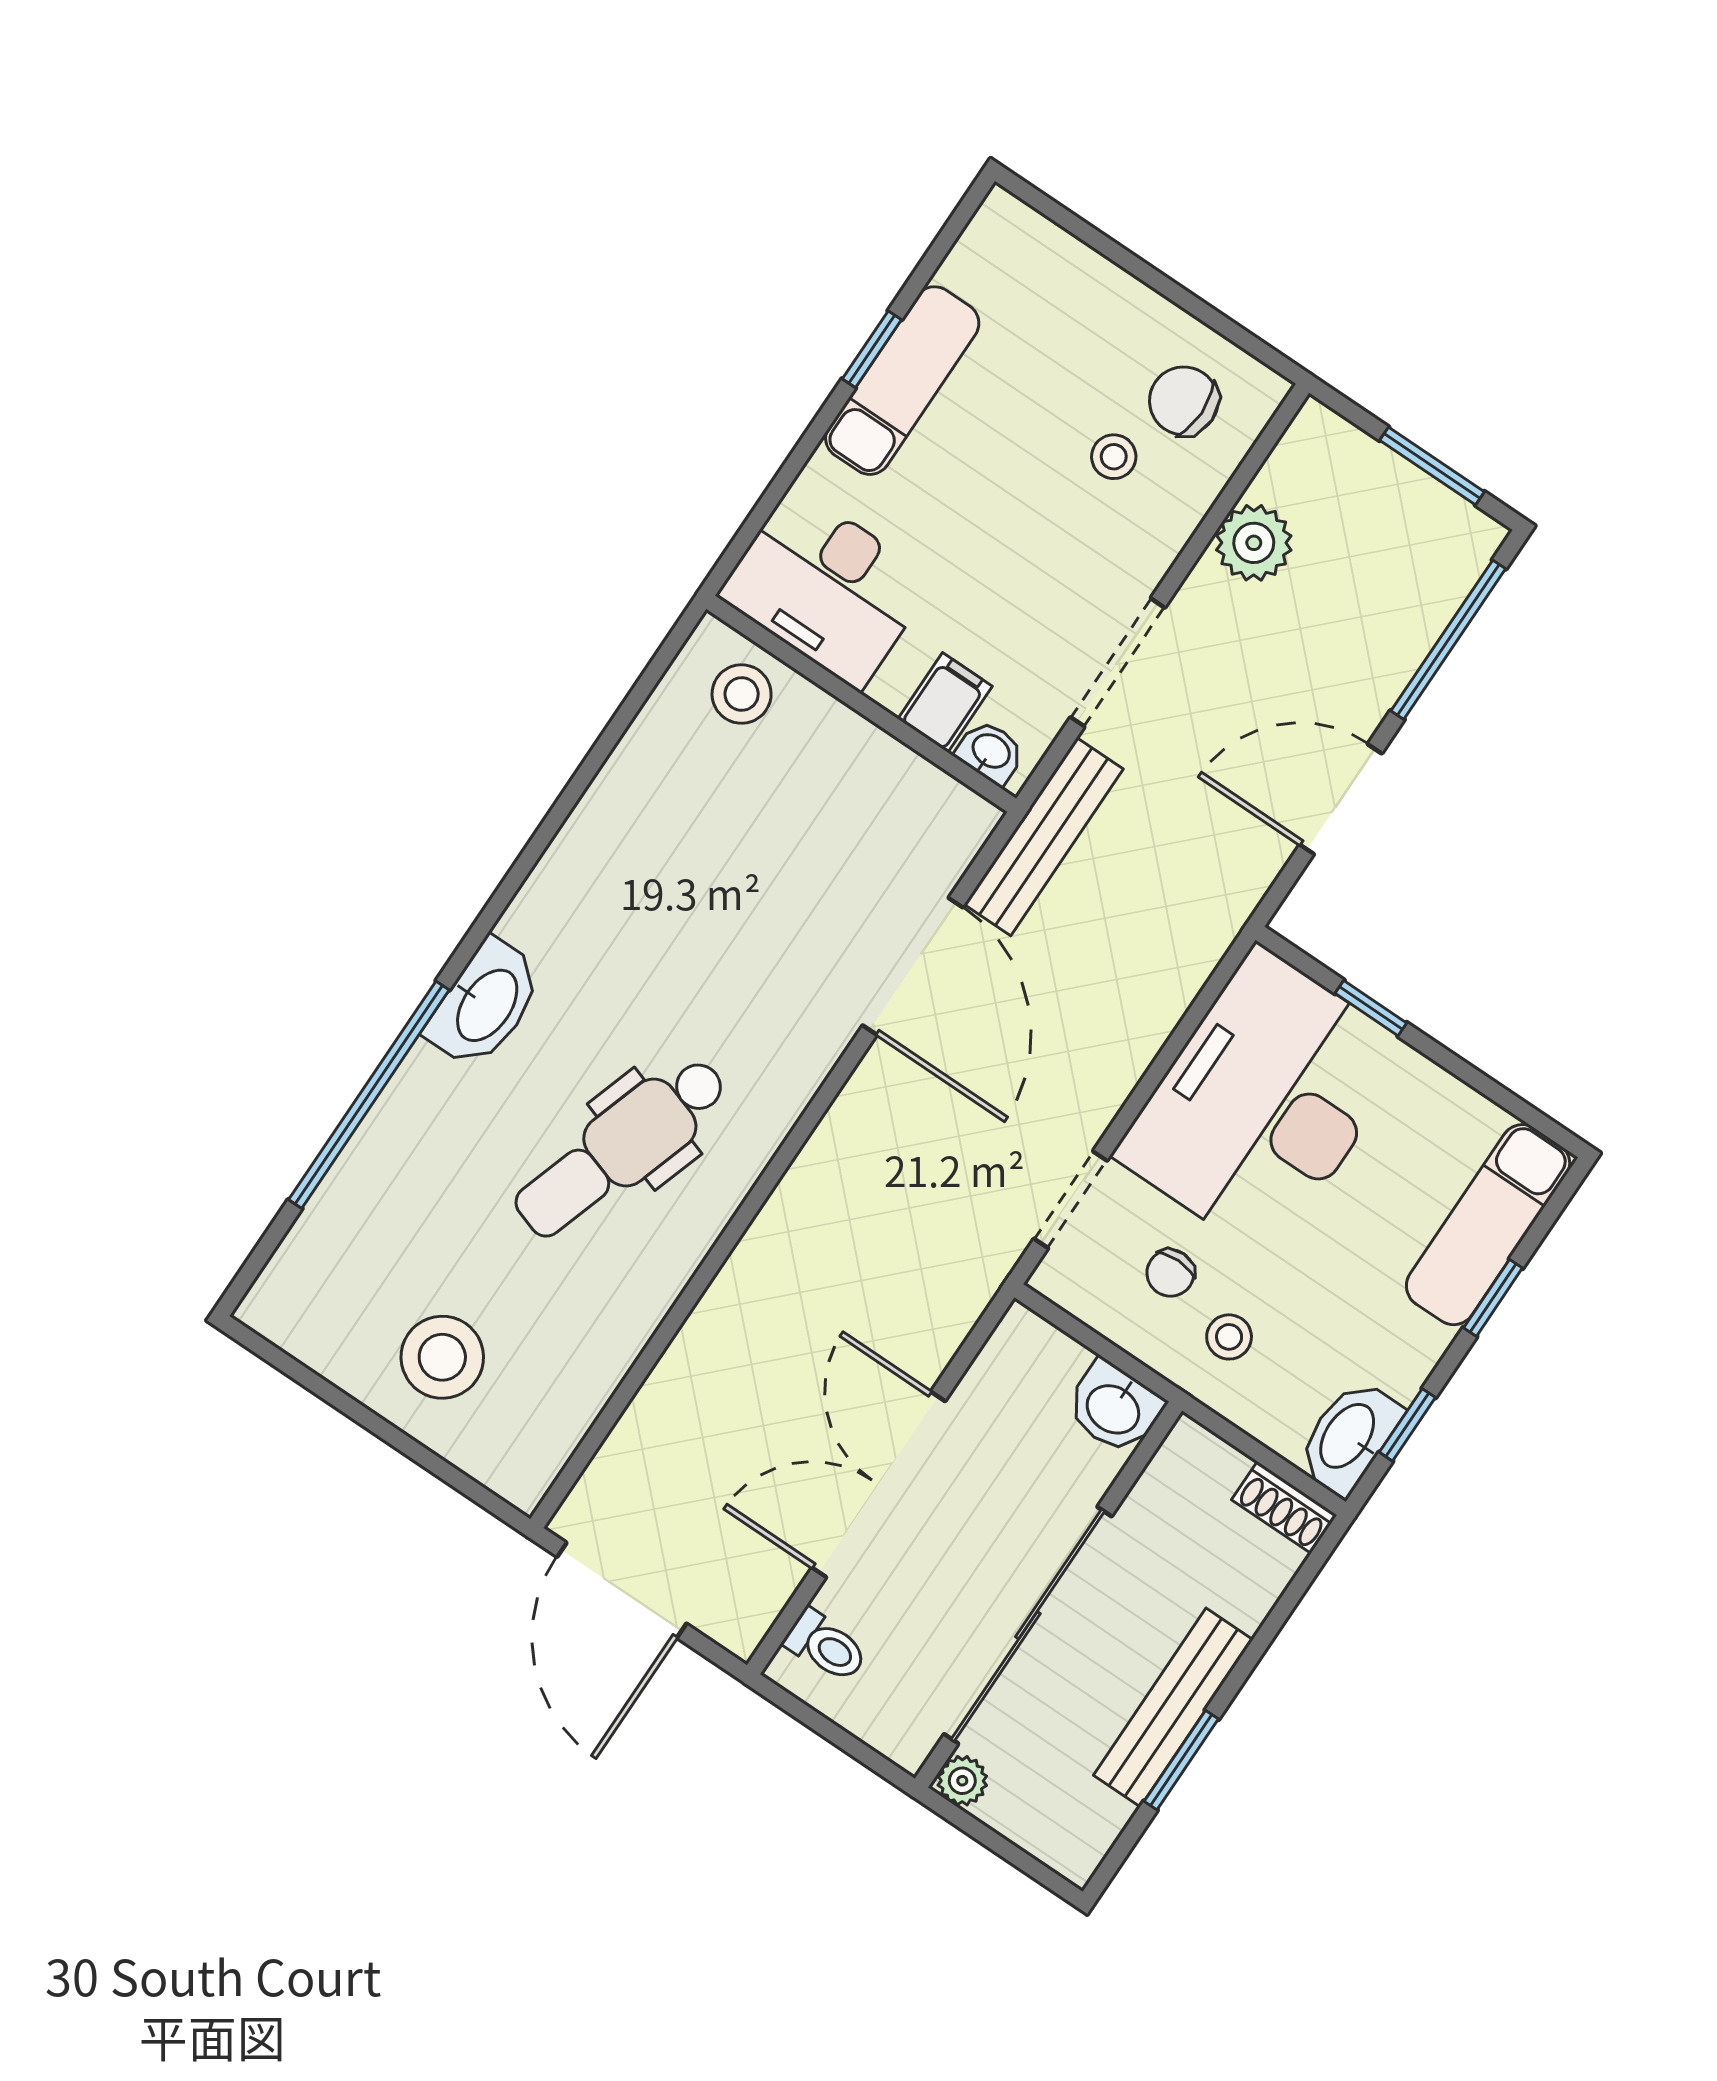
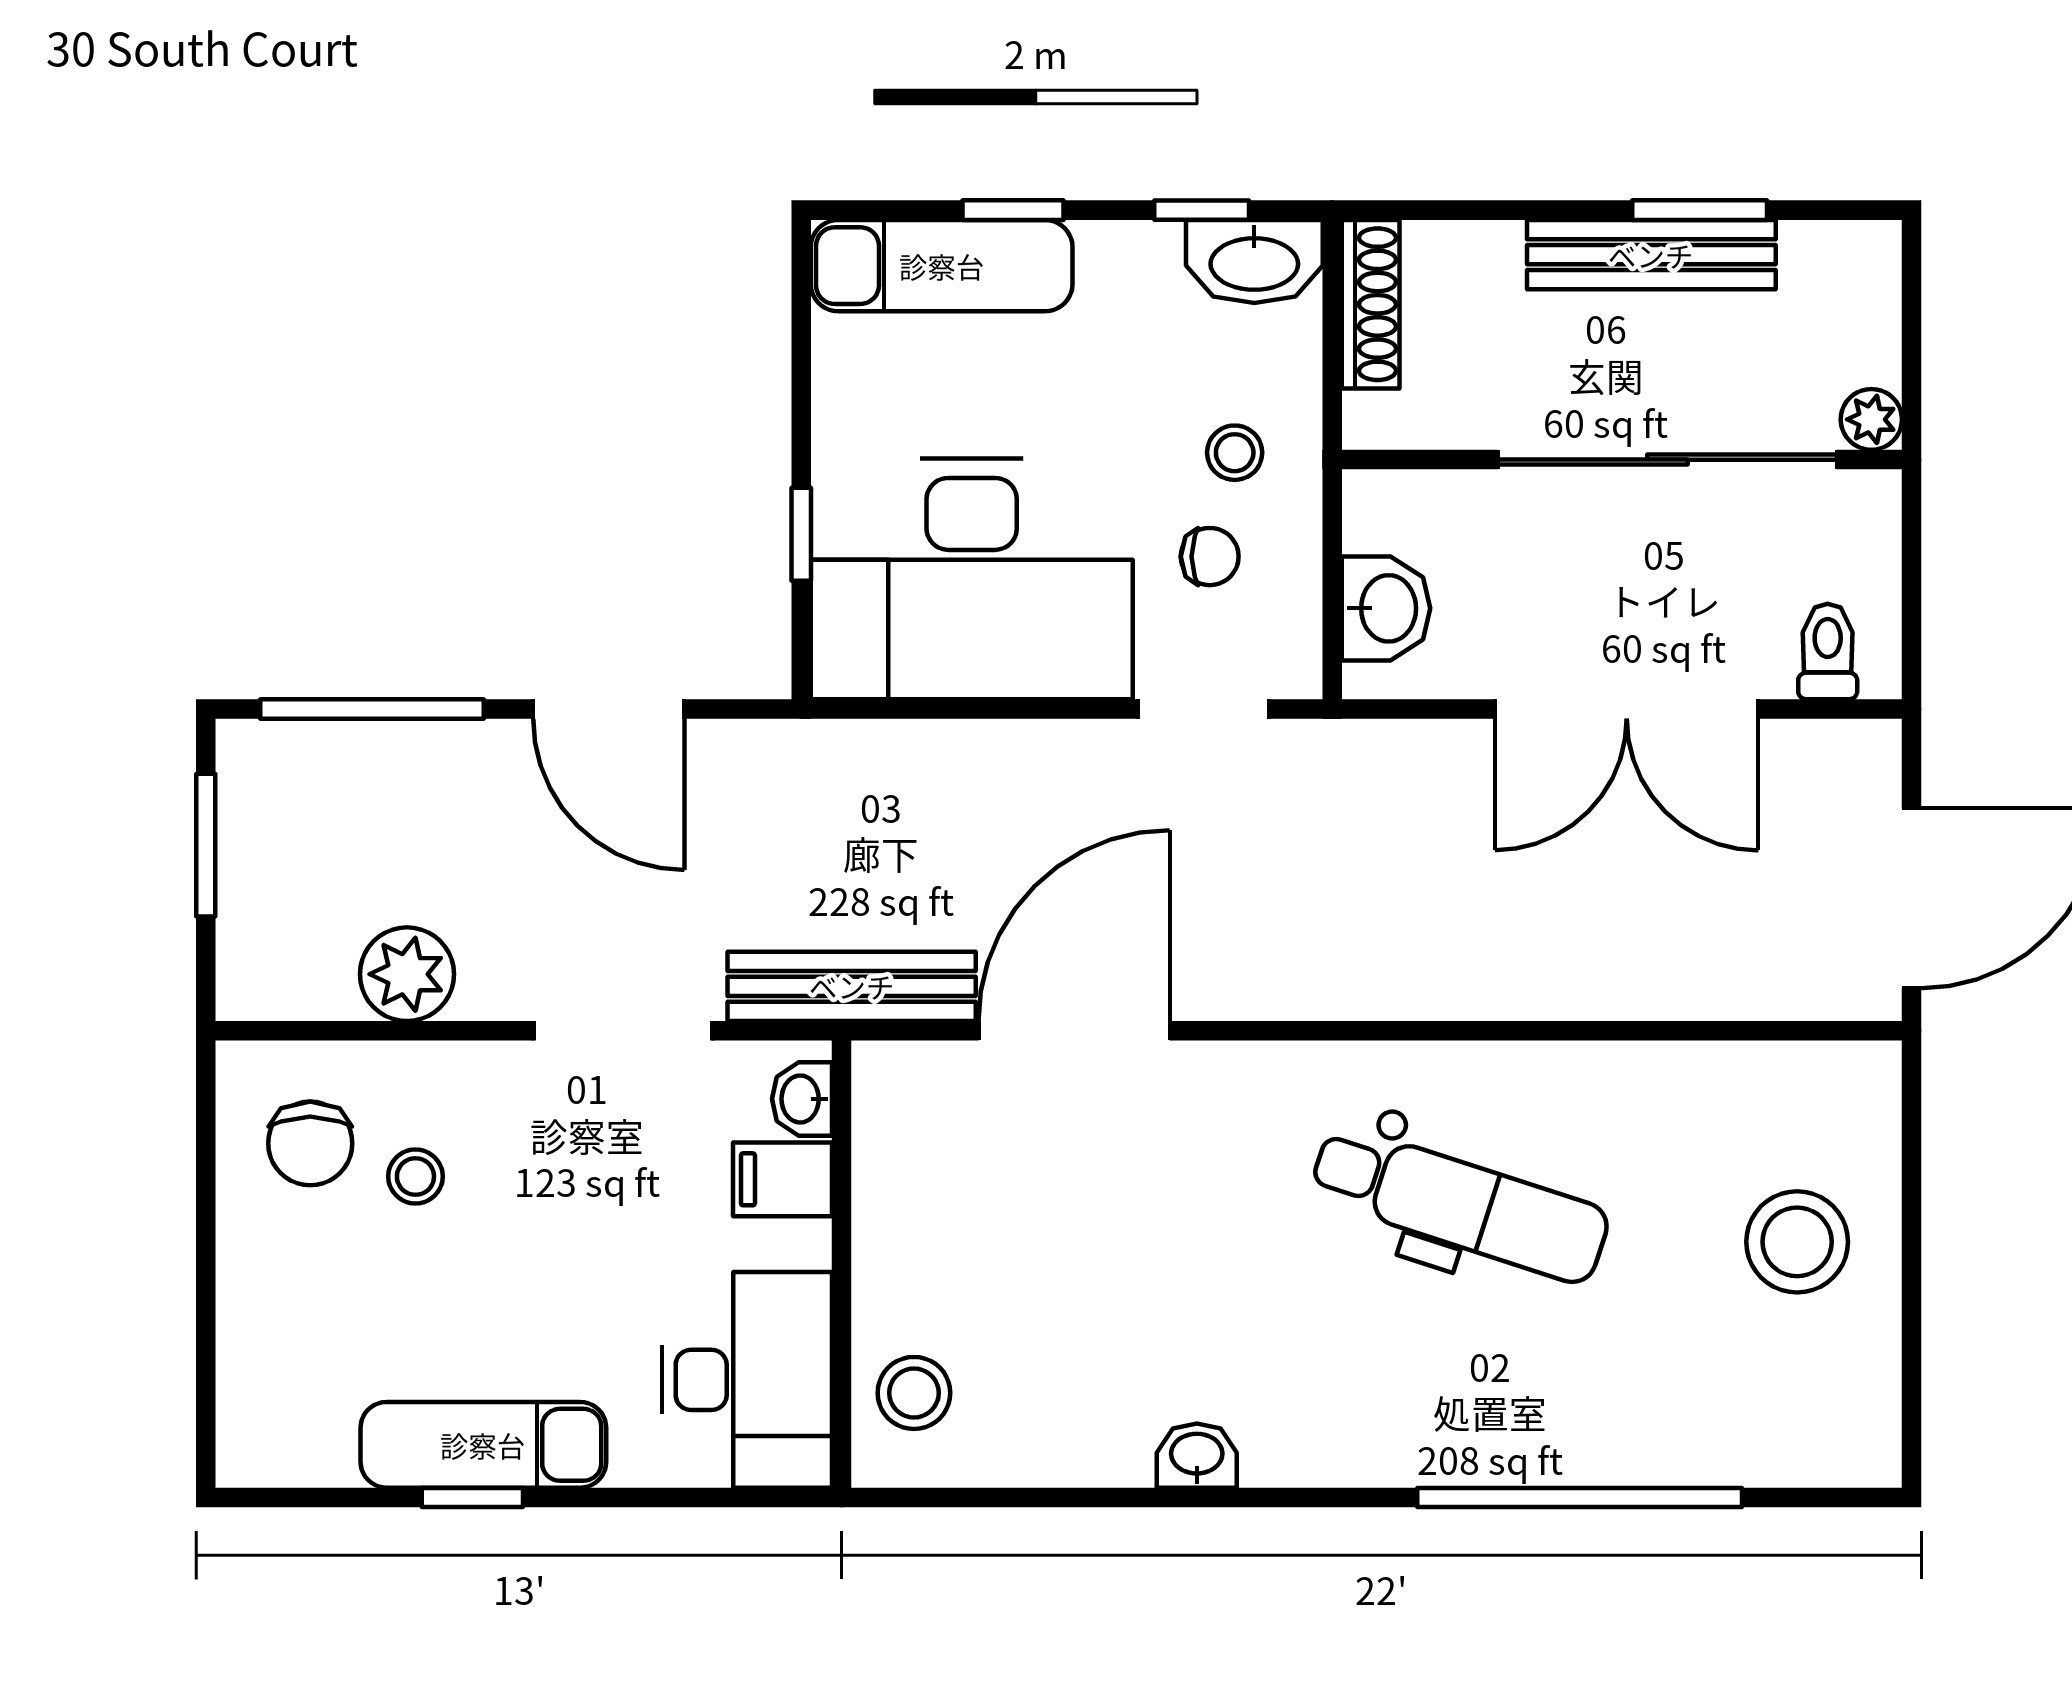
washbasin: (485, 1004) -> (1197, 1456), moved, width x0.52, depth x0.69
washbasin: (1114, 1408) -> (1386, 608), moved
shoe rack: (1284, 1507) -> (1371, 304), width x1.43

